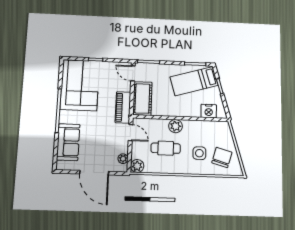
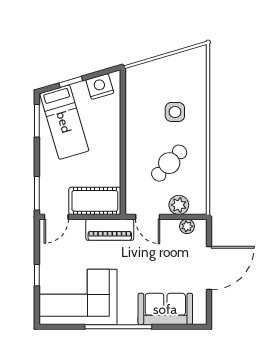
nightstand: (209, 111) -> (100, 86), moved, turned -106
plant: (176, 126) -> (135, 149), removed
door: (130, 133) -> (148, 217), swing flipped
cafe table: (166, 148) -> (169, 163), turned 43
chair: (222, 157) -> (180, 78), removed
plant: (137, 166) -> (179, 205), moved

